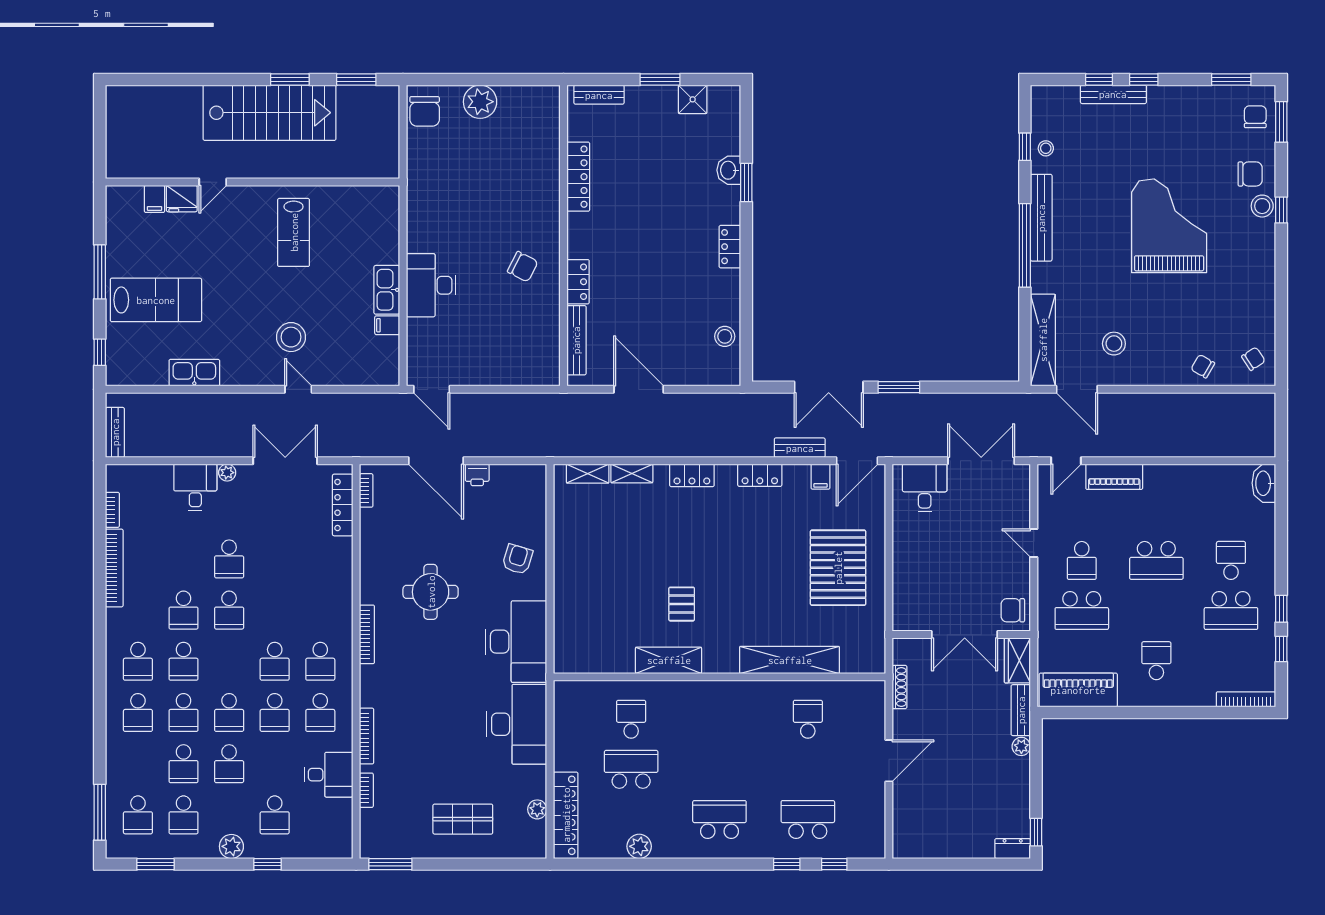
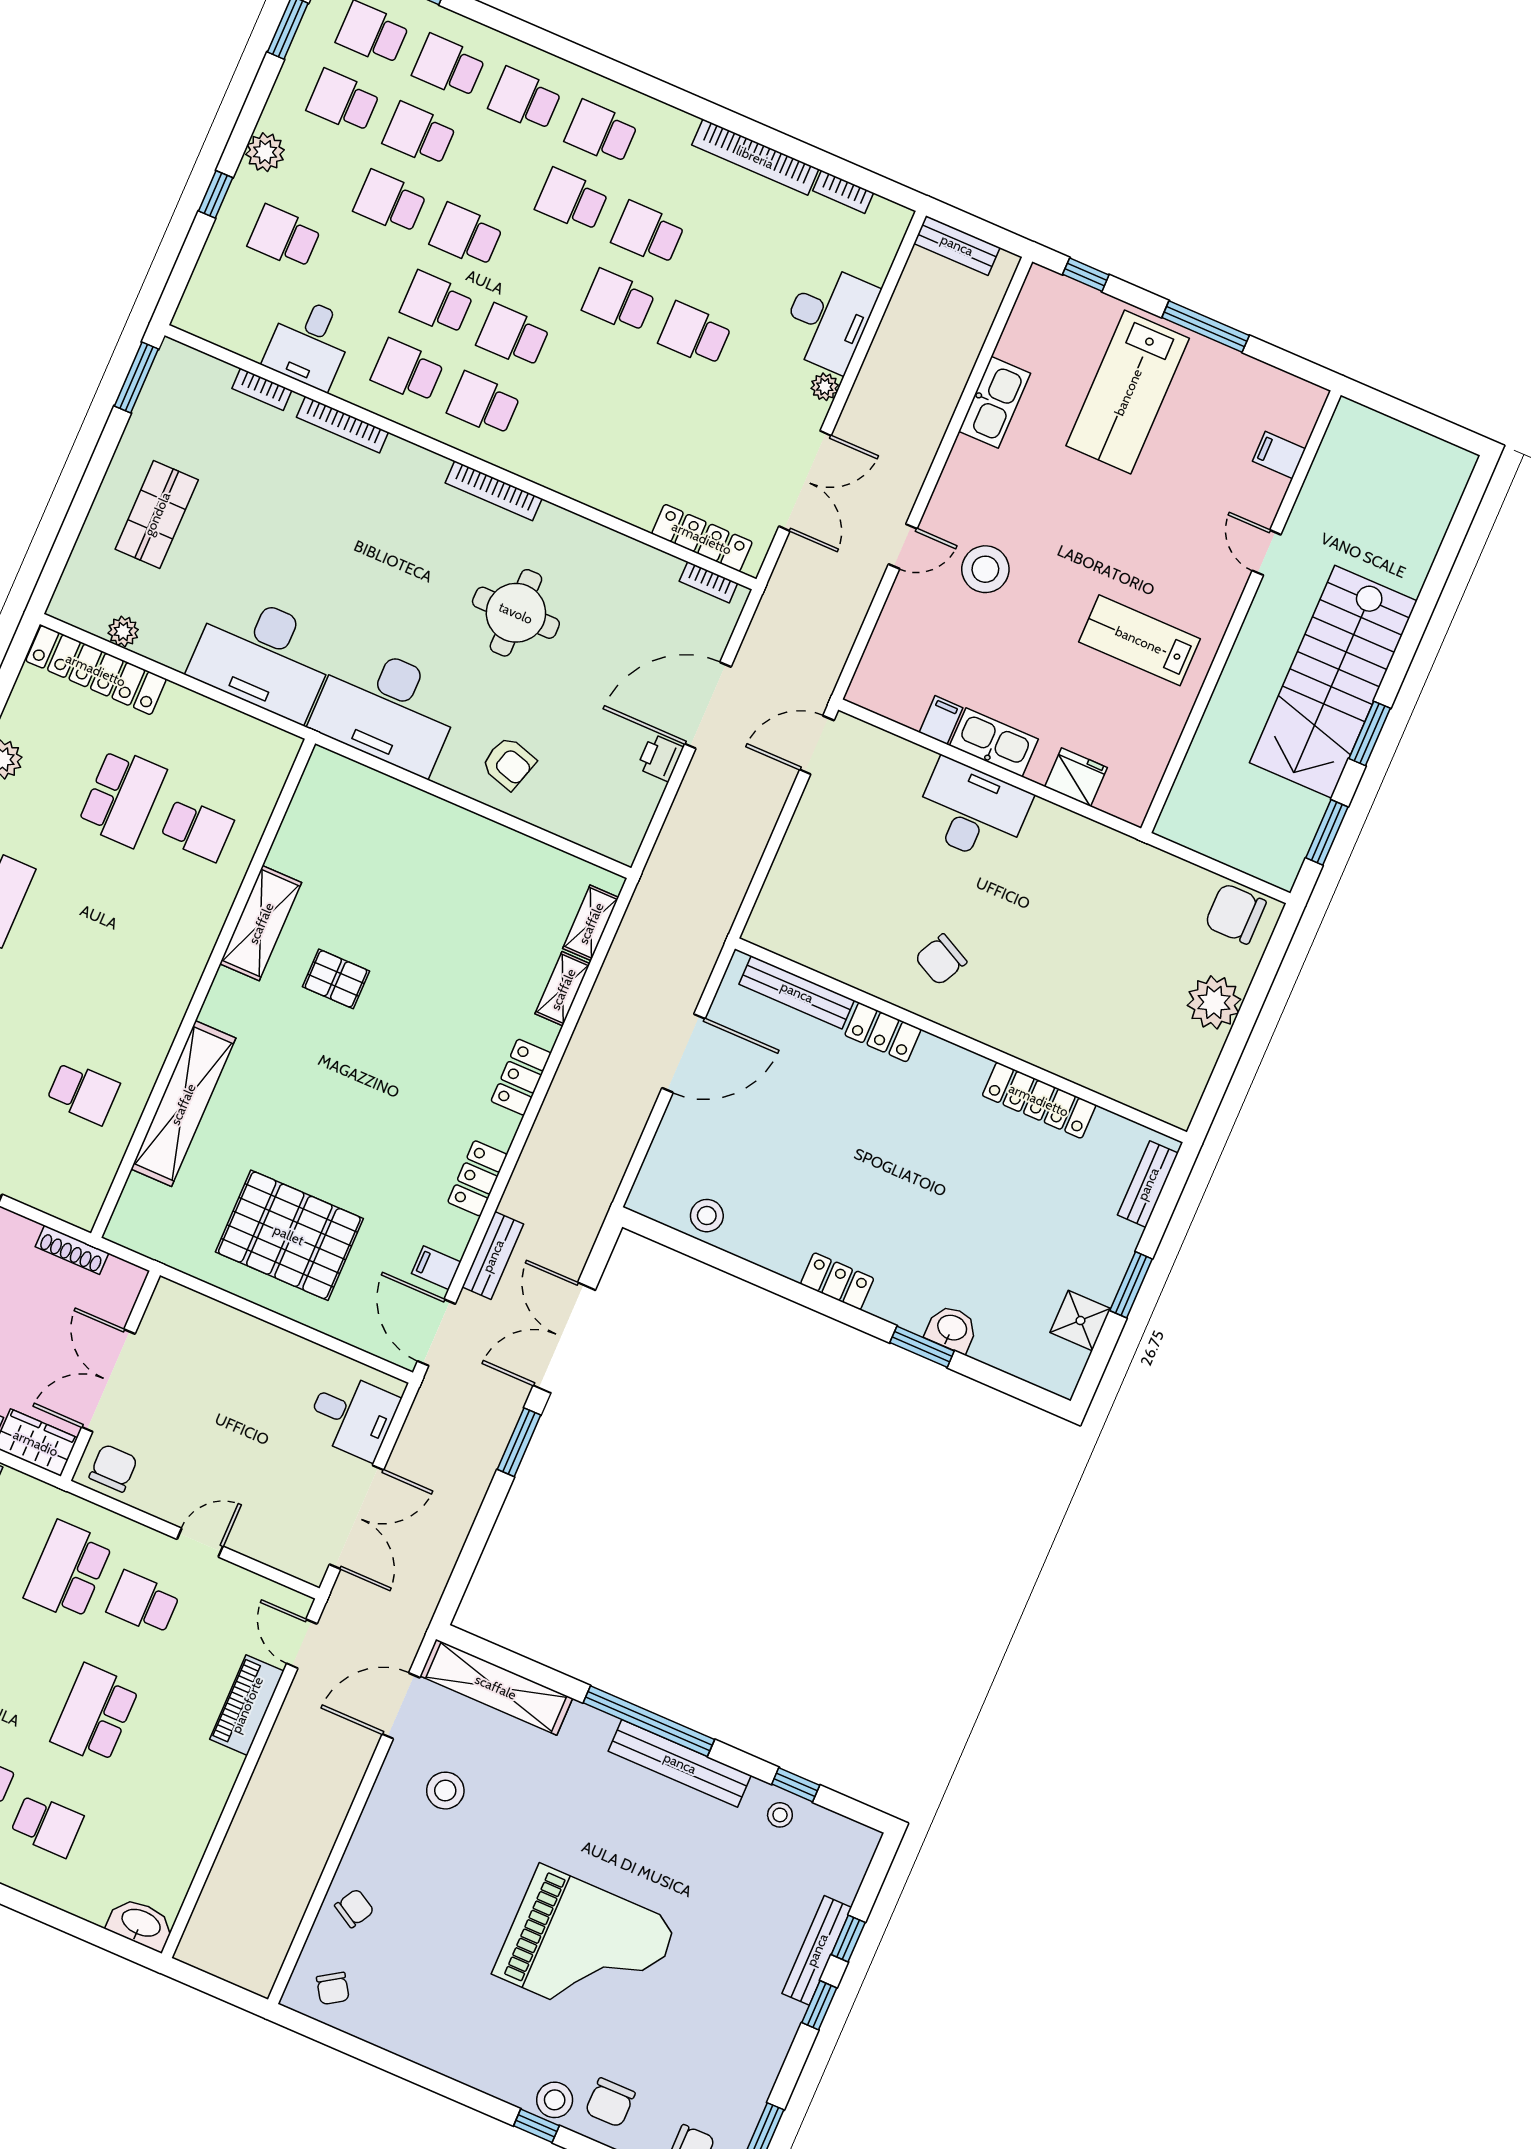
fridge: (182, 199) -> (1076, 777), moved, turned 90
desk: (195, 487) -> (829, 318), width x1.37
school desk: (184, 712) -> (449, 66), moved

